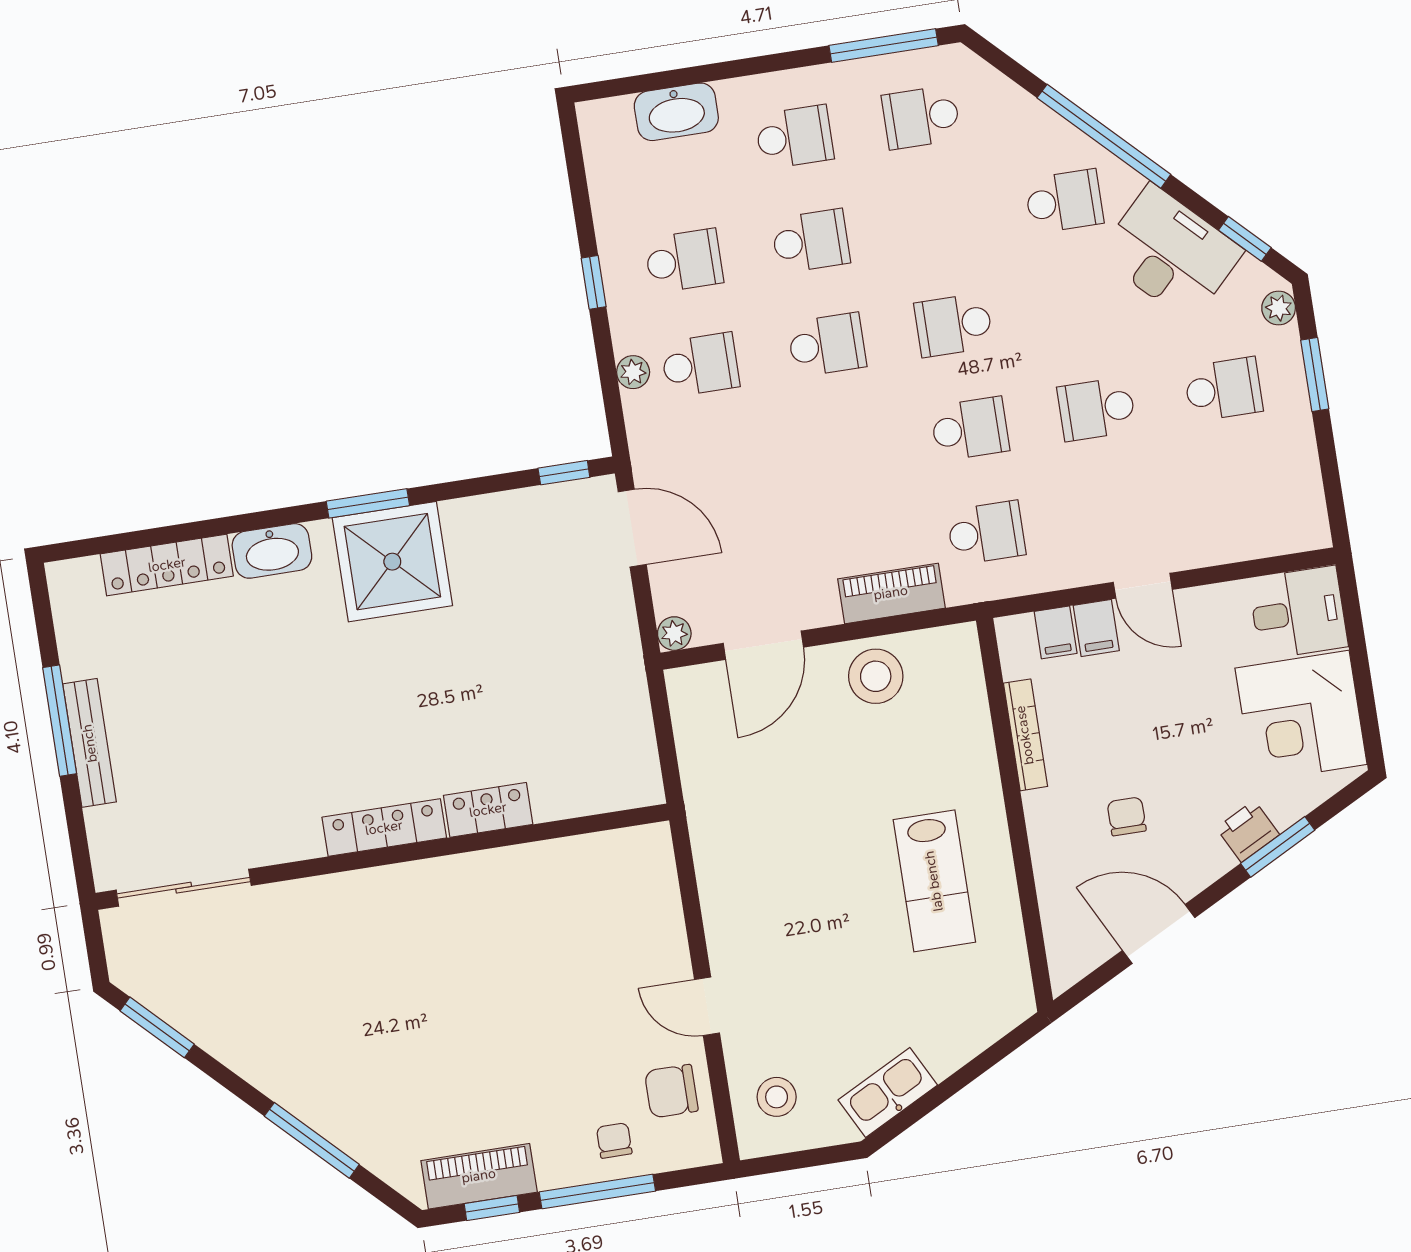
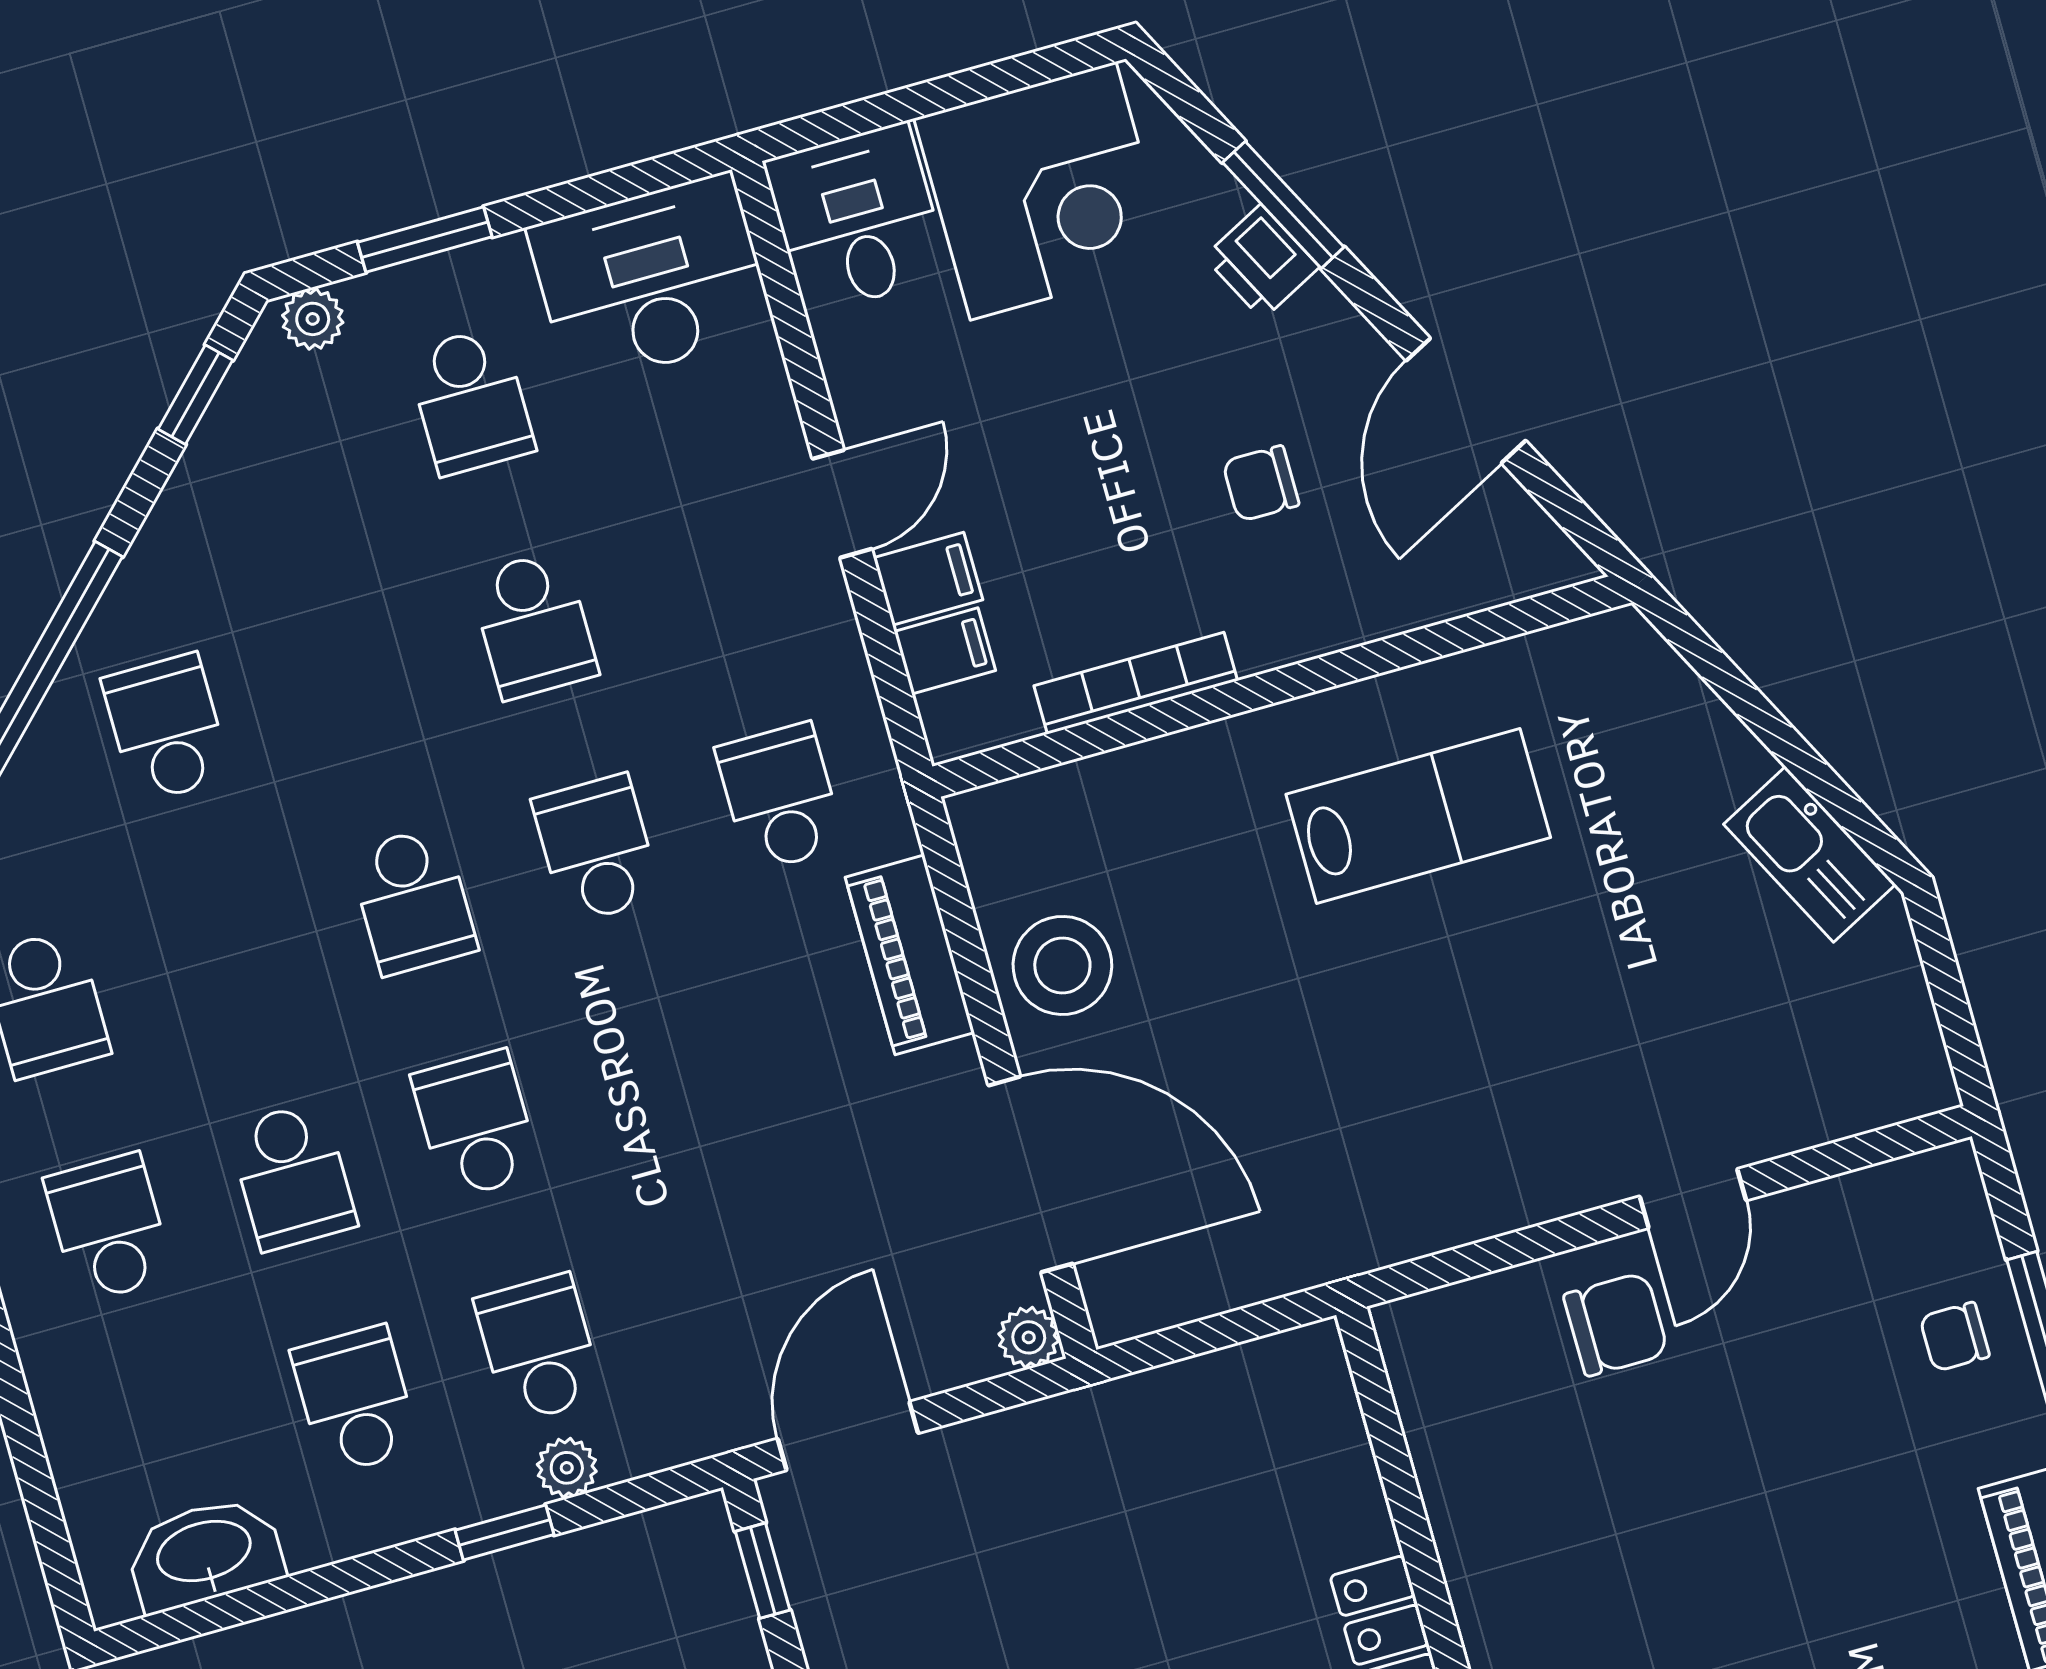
washbasin: (676, 112) -> (205, 1554), moved, turned -90
school desk: (811, 241) -> (292, 1176), turned 180
desk: (1170, 253) -> (651, 280), moved, turned 45
window: (594, 282) -> (505, 1532), moved
school desk: (1223, 389) -> (471, 401), turned 180
door: (763, 645) -> (1031, 1174), width x1.36
chair: (671, 1091) -> (1616, 1324), moved, turned -90
stool: (777, 1097) -> (1841, 1054), removed

